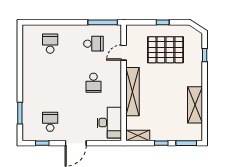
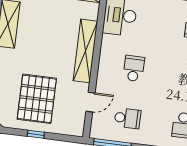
school desk: (93, 44) -> (127, 118), turned 180
pallet: (165, 50) -> (37, 99), turned 90

